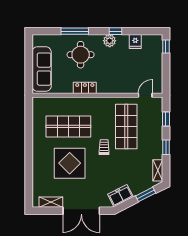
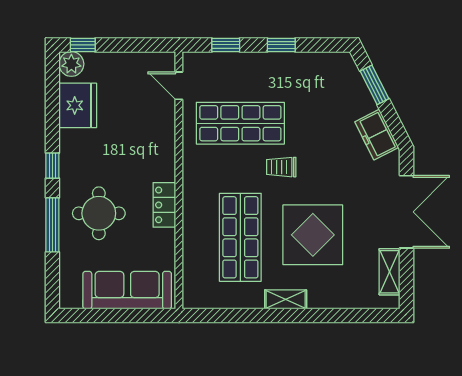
window: (116, 31) -> (52, 166), moved
plant: (110, 41) -> (71, 64), moved
fridge: (135, 42) -> (78, 105), width x1.88, depth x1.34
shelving: (158, 170) -> (286, 299), moved

